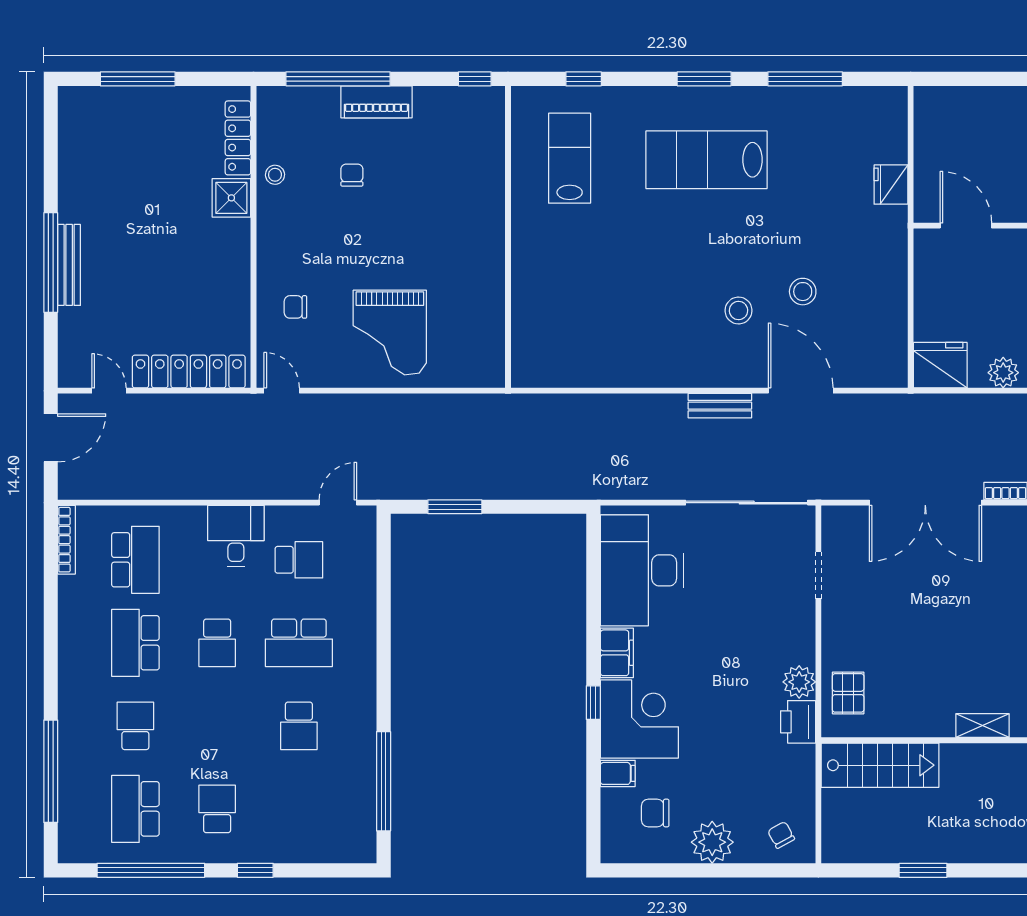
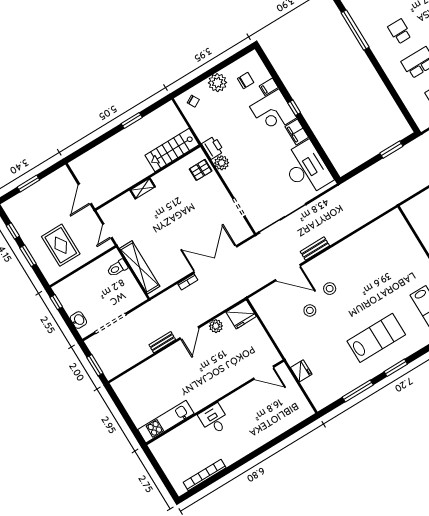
pallet: (848, 693) -> (201, 170), turned 90

